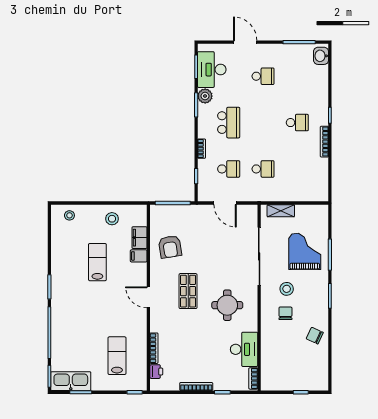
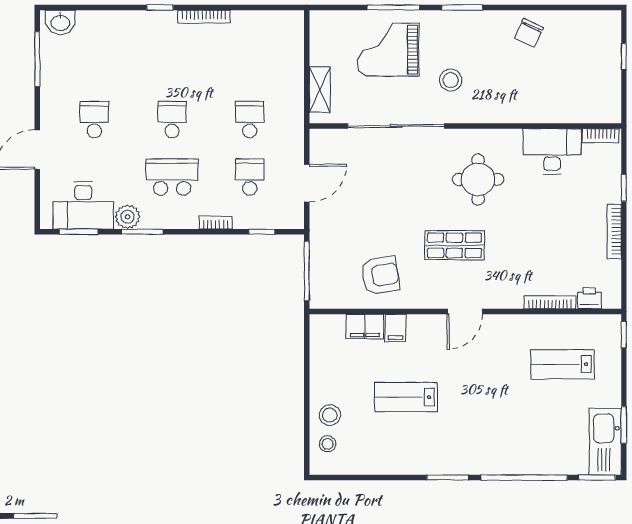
school desk: (297, 123) -> (172, 120), moved
stool: (112, 219) -> (330, 415), moved
chair: (285, 313) -> (492, 82), removed

